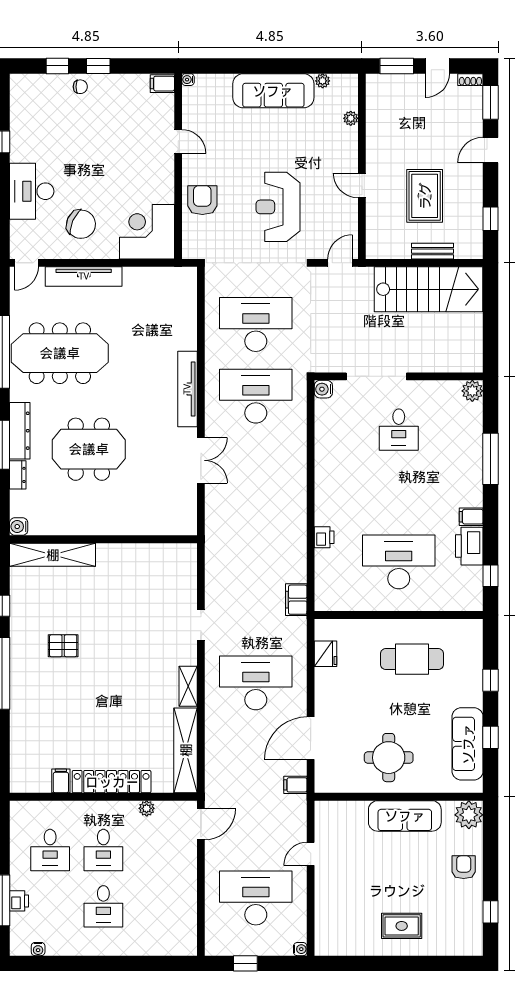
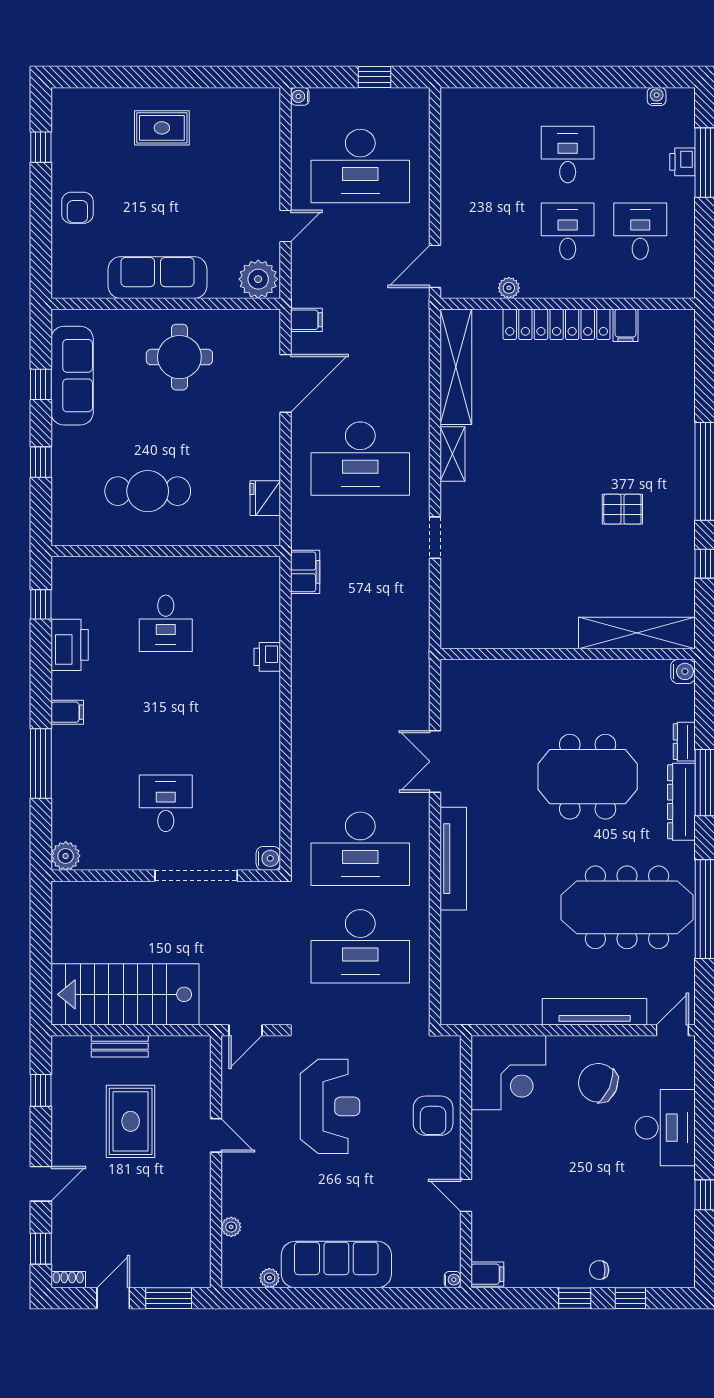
window: (491, 102) -> (41, 1249), width x0.67
filing cabinet: (471, 517) -> (67, 712), moved
desk: (399, 562) -> (166, 623), width x0.53, depth x0.77
plant: (469, 815) -> (258, 279), moved

